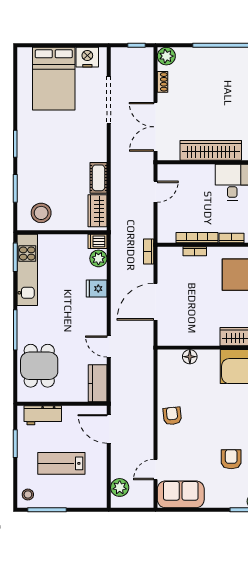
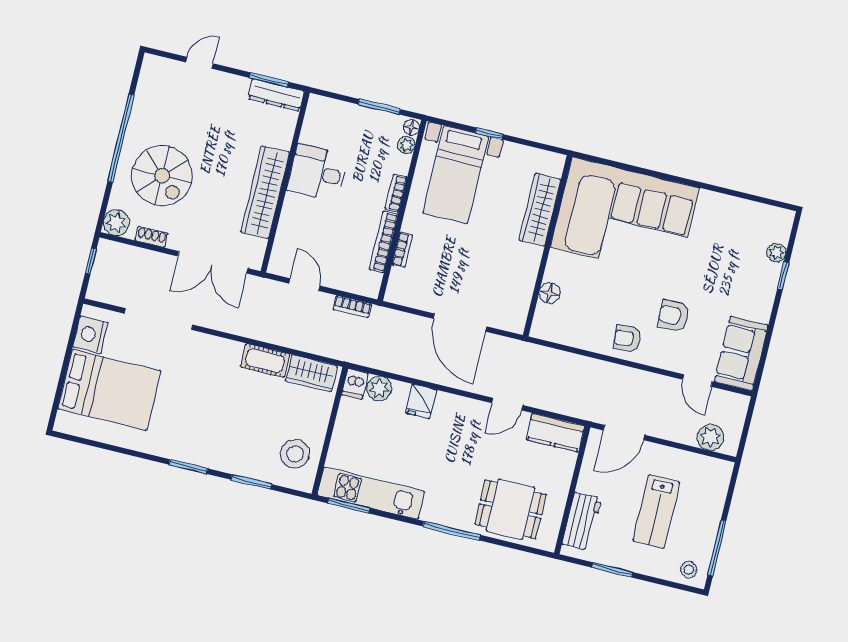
spiral stairs: (205, 79) -> (162, 176), added
bookcase: (149, 252) -> (352, 307), moved
armchair: (231, 459) -> (674, 316), moved

